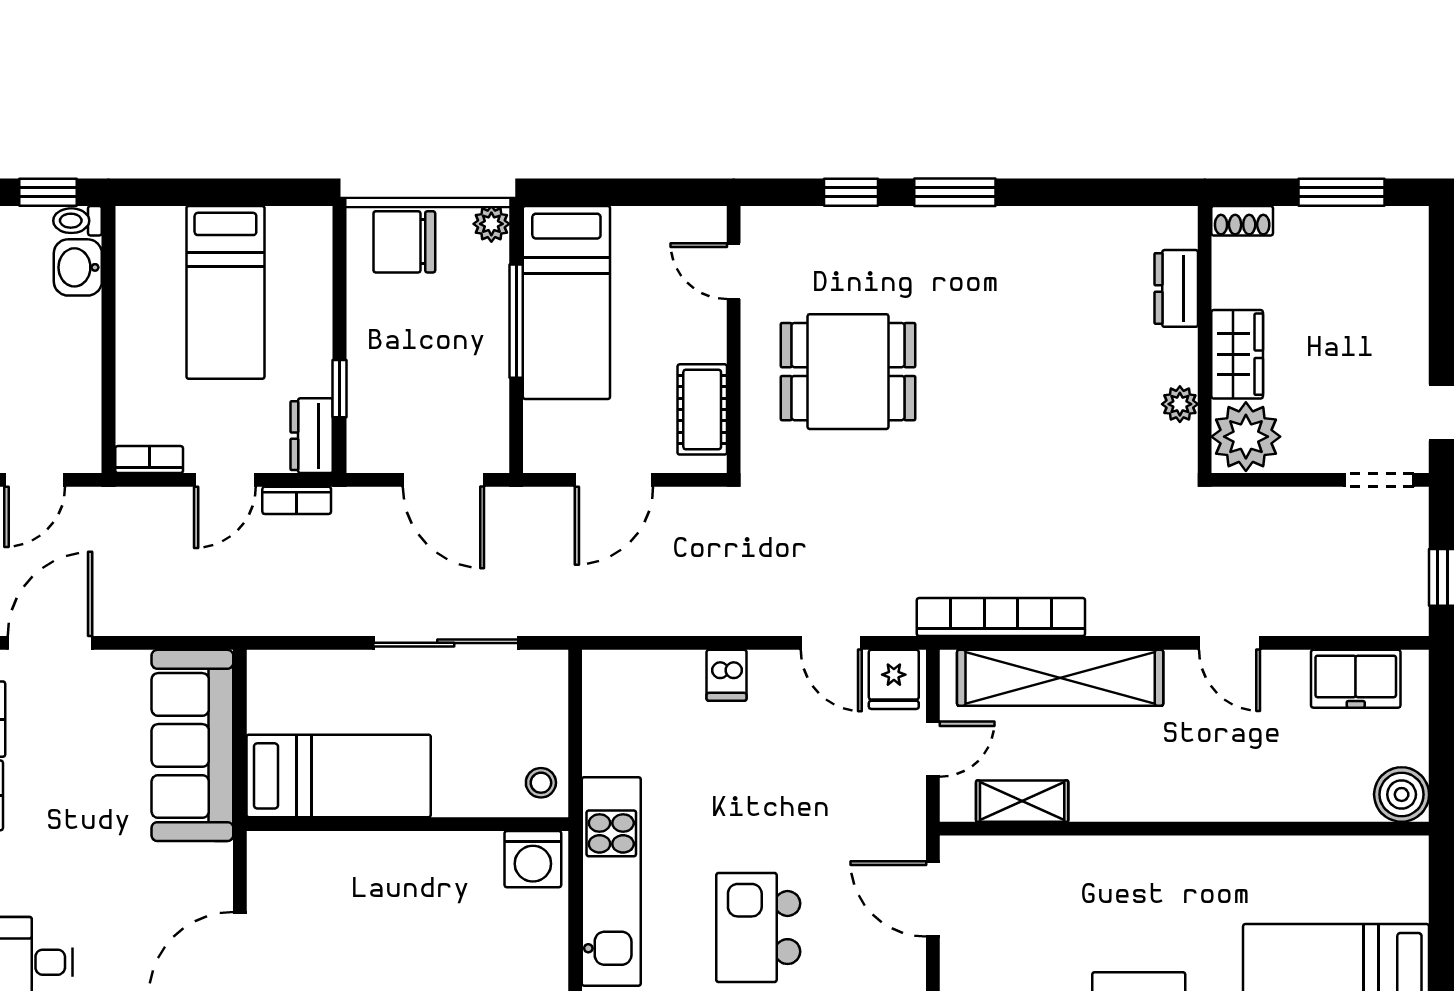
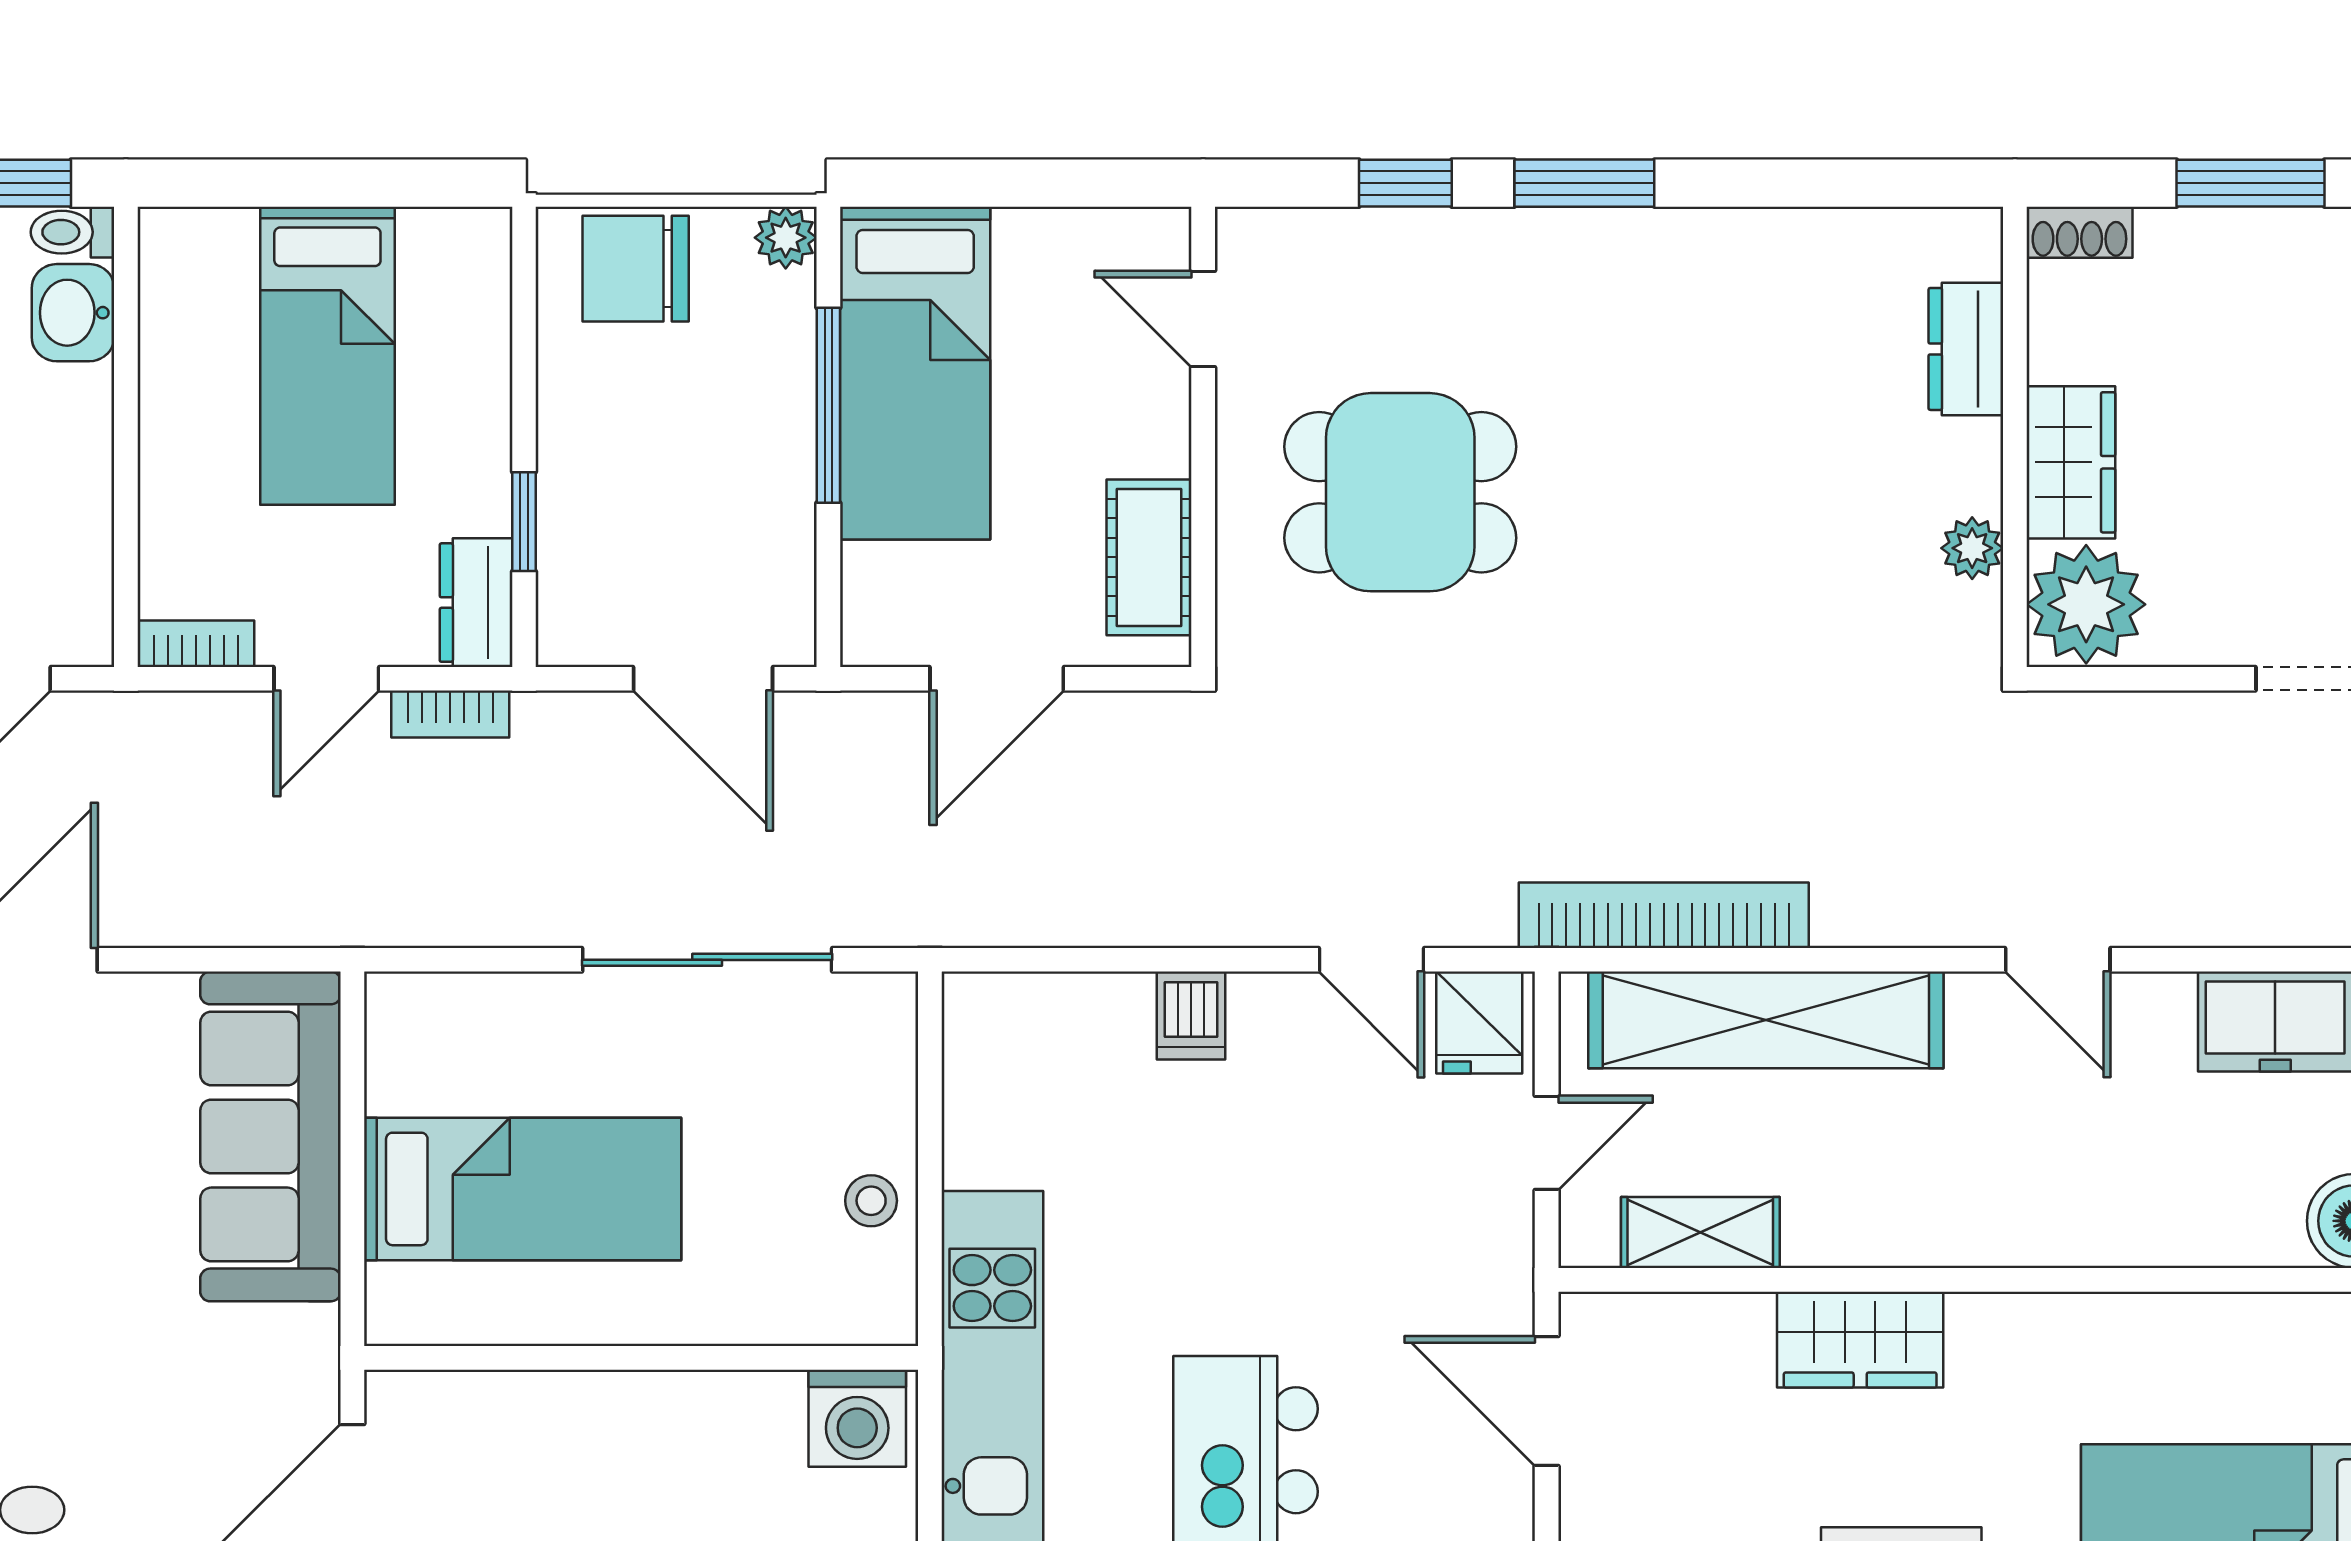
wall: (407, 824) -> (641, 1358), moved
washing machine: (533, 859) -> (857, 1418), moved
wardrobe: (1115, 863) -> (1860, 1340), added

